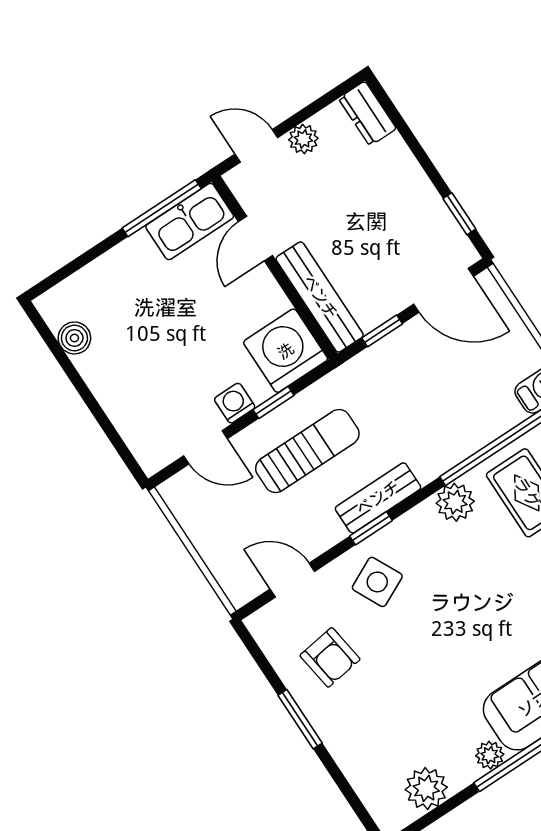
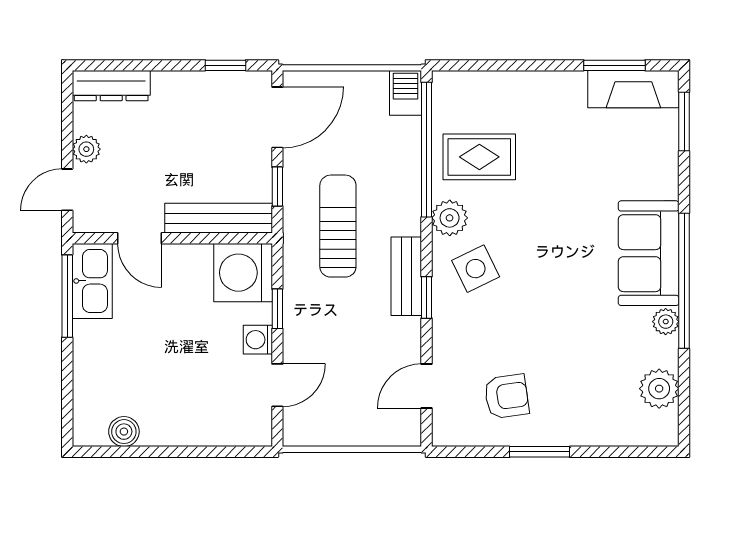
dresser: (367, 113) -> (111, 86), width x1.44
sun lounger: (307, 451) -> (338, 226), moved
side table: (377, 582) -> (476, 269), moved

